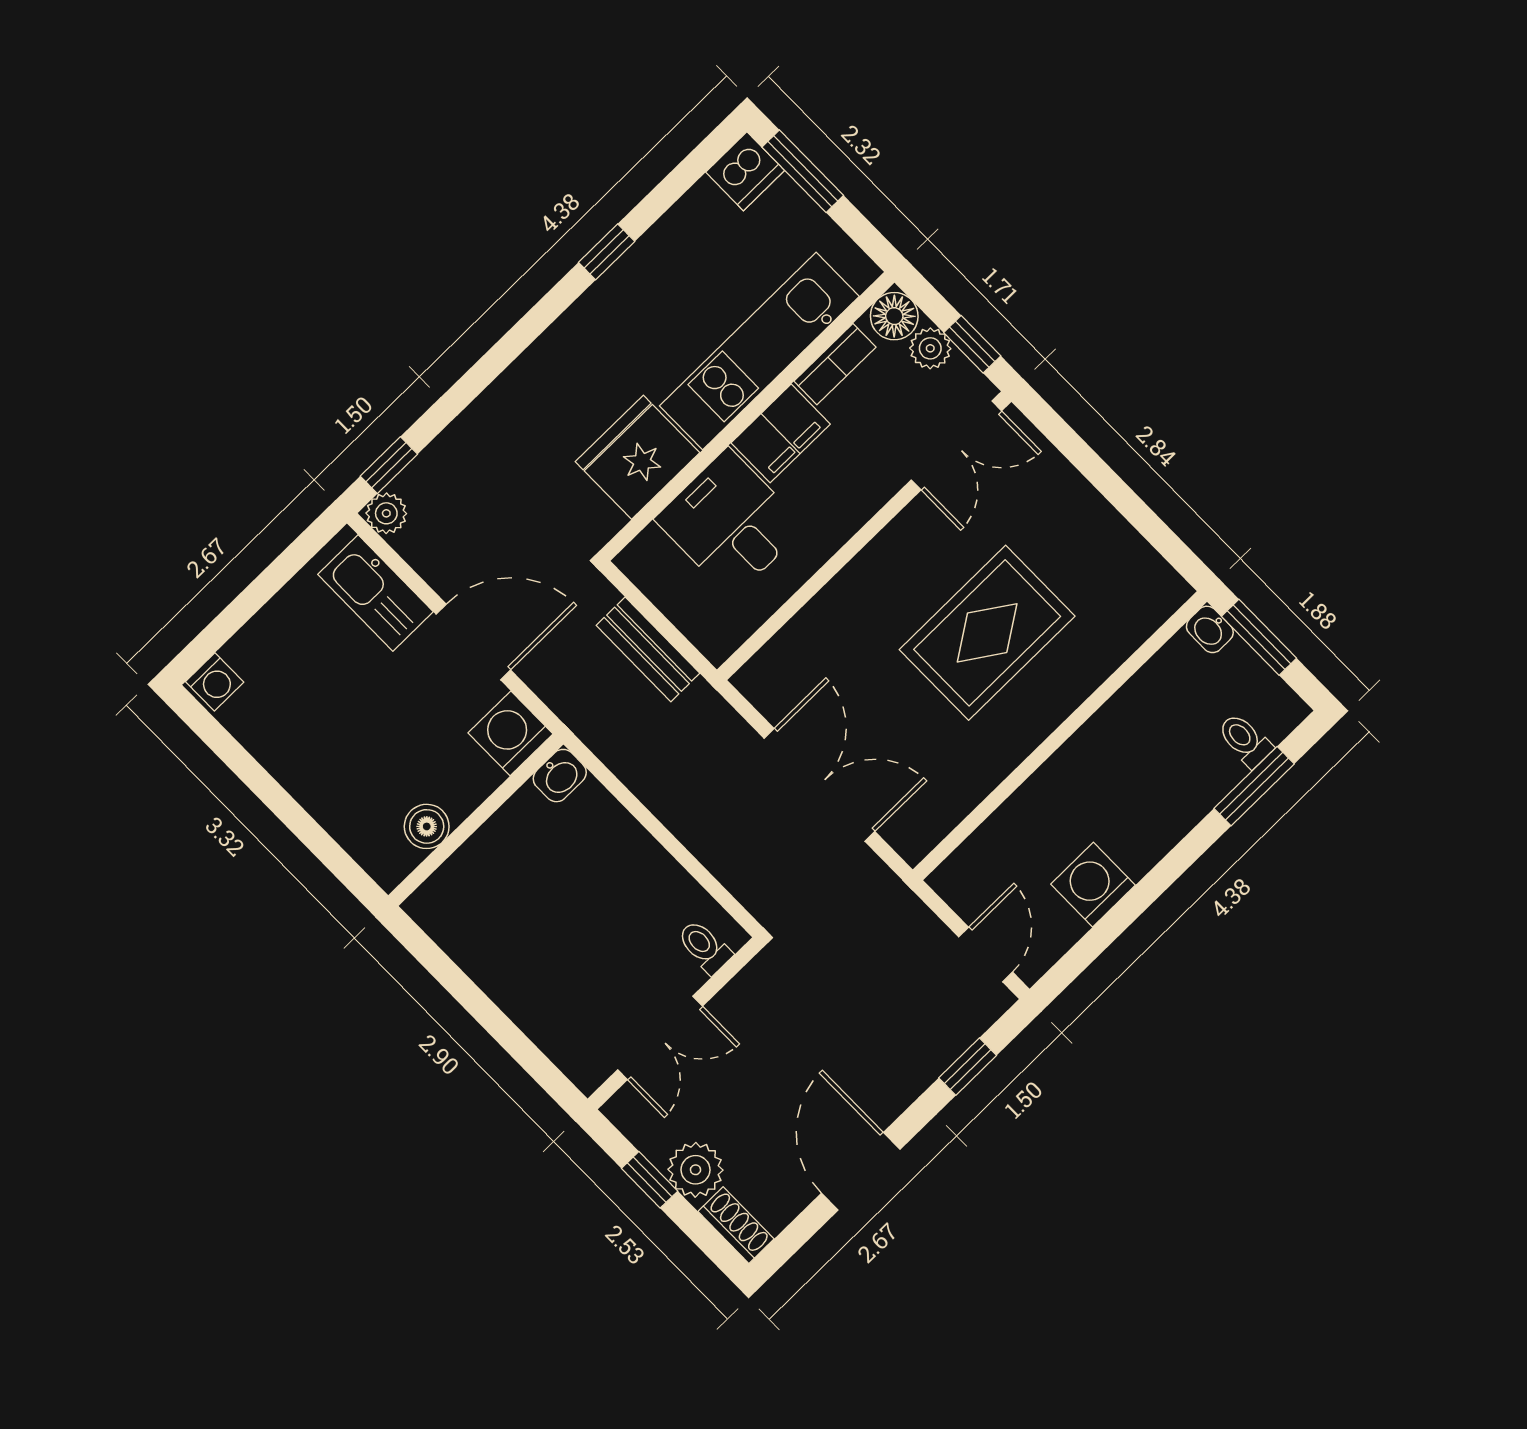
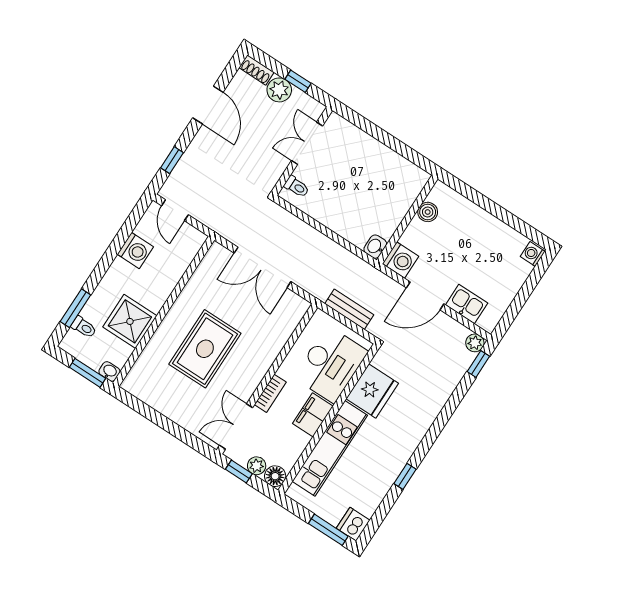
bookcase: (835, 364) -> (270, 393), moved, turned 180
desk: (730, 523) -> (331, 364), width x1.37
kitchen sink: (375, 593) -> (467, 304), width x0.73
shower: (1140, 730) -> (130, 321), added

